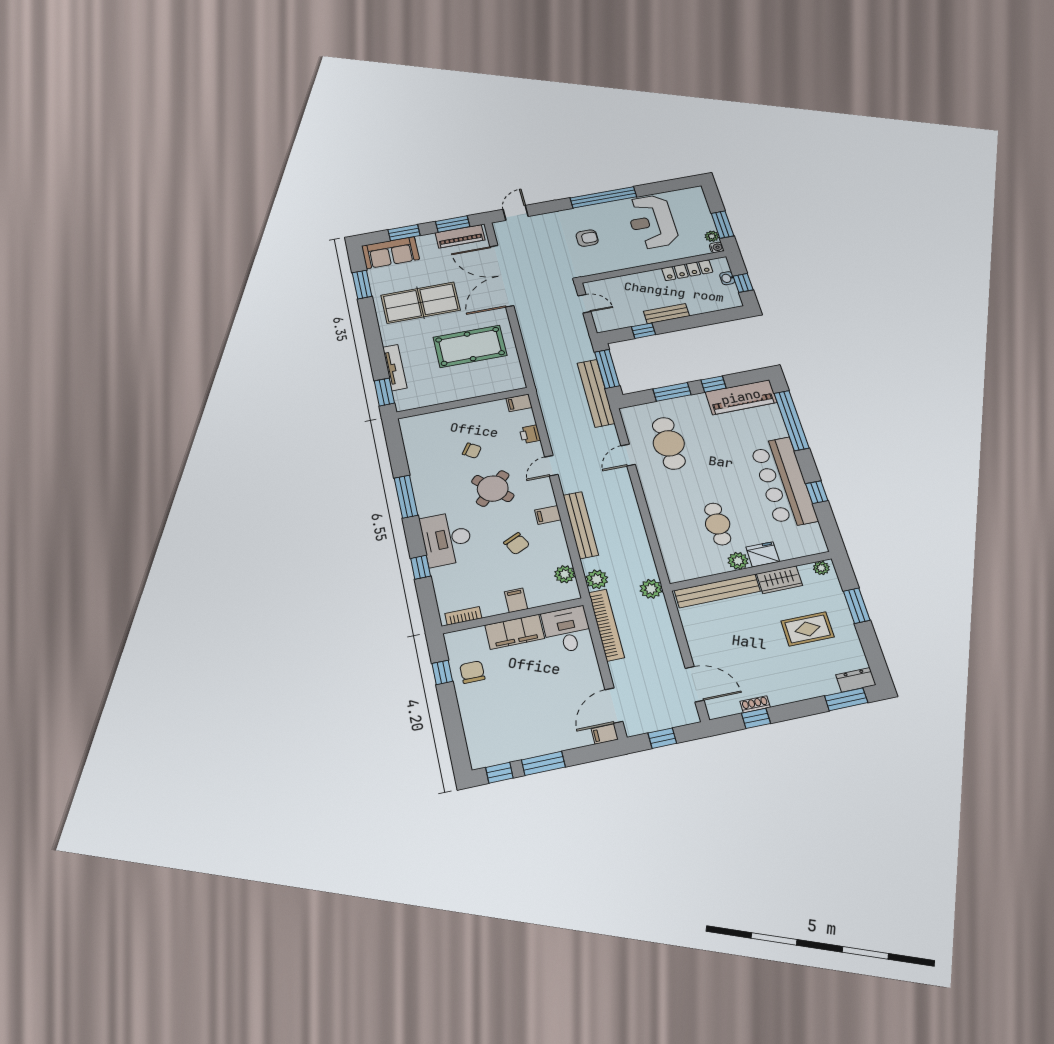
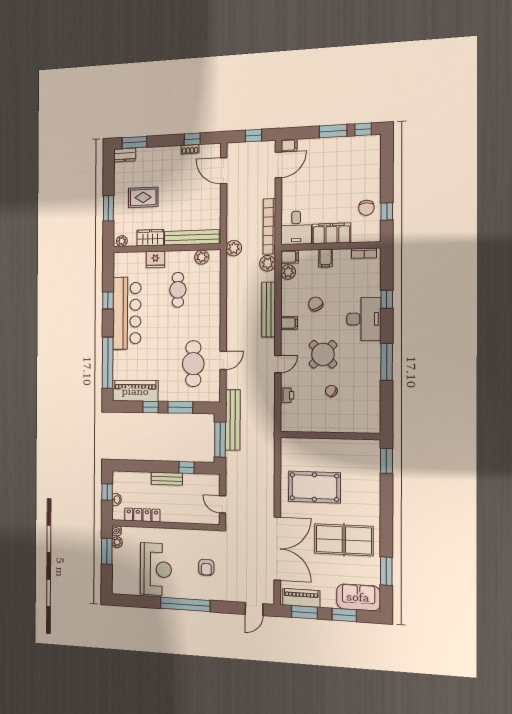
armchair: (587, 238) -> (206, 567), turned -90
tv unit: (395, 367) -> (375, 482), removed
filing cabinet: (519, 403) -> (290, 257), moved
plant: (738, 561) -> (202, 257), moved

